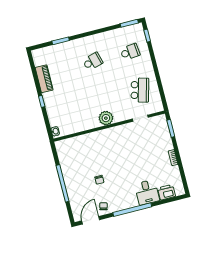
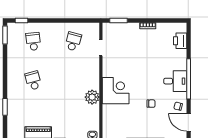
school desk: (140, 90) -> (73, 41), width x0.54
plant: (106, 118) -> (92, 97), moved
corner desk: (103, 143) -> (116, 91), added
desk: (147, 192) -> (175, 81), moved

